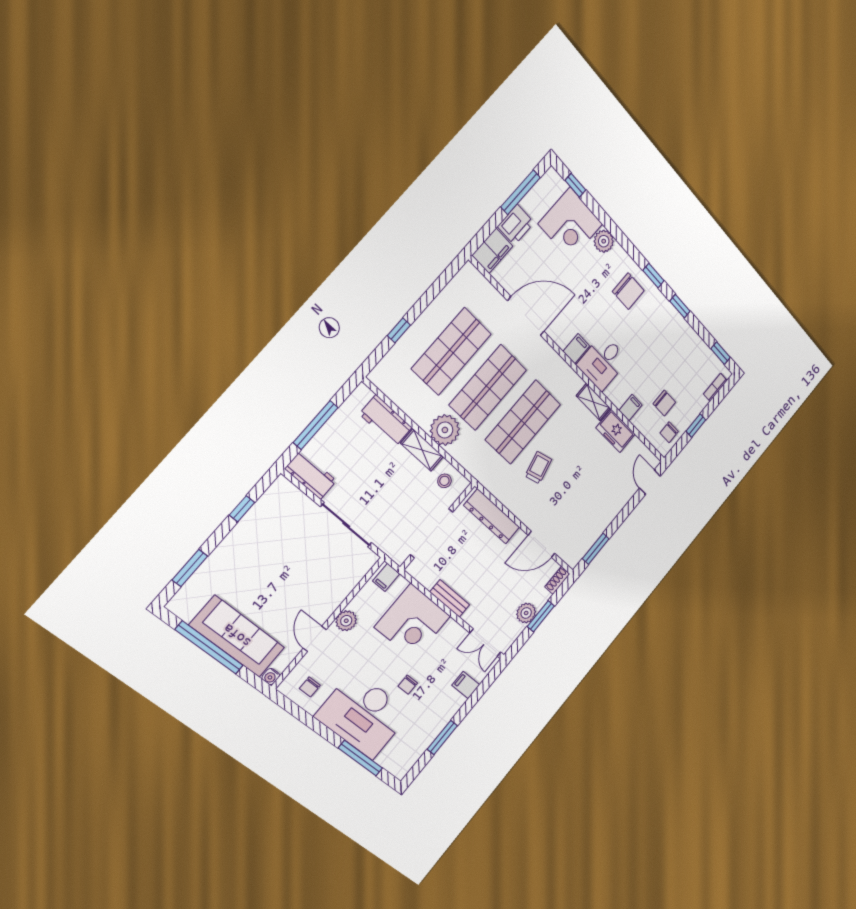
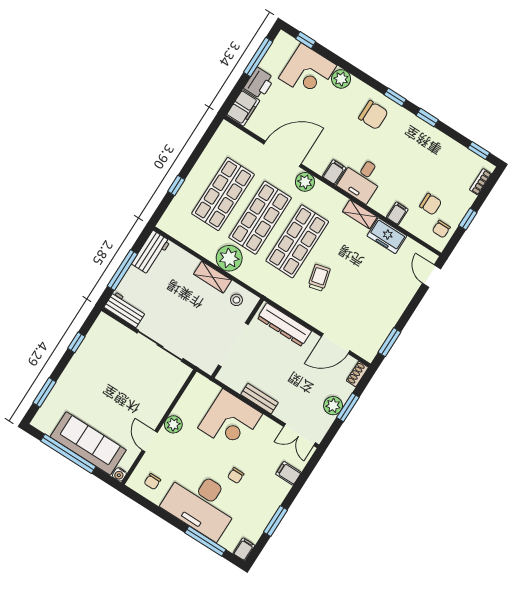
plant: (544, 354) -> (305, 182), added
workbench: (386, 421) -> (151, 253), moved, turned -90
filing cabinet: (386, 577) -> (244, 549), moved, turned 180

